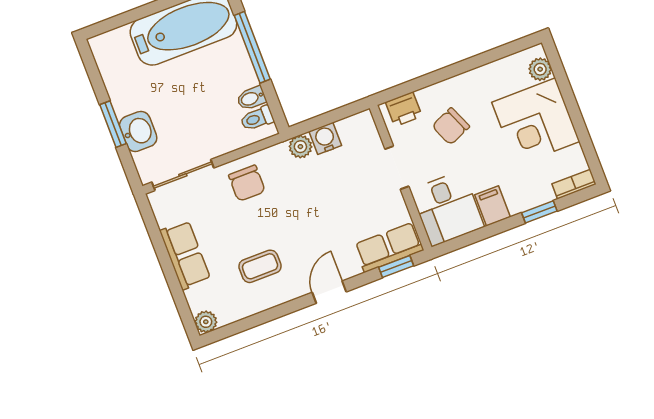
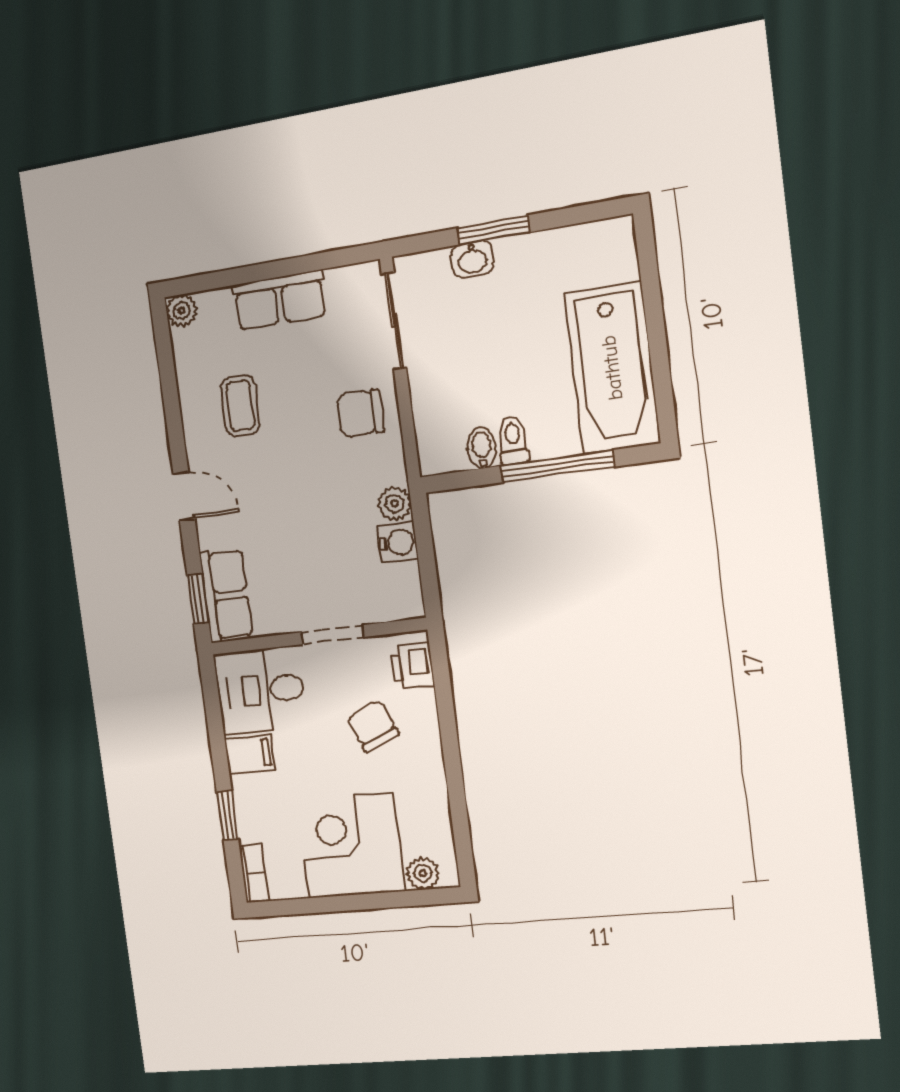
toilet: (257, 118) -> (513, 440), moved
washbasin: (138, 131) -> (472, 259), width x0.72, depth x0.69

